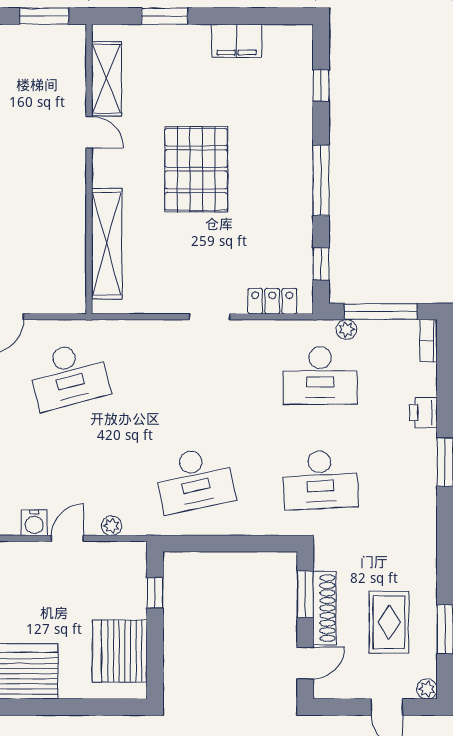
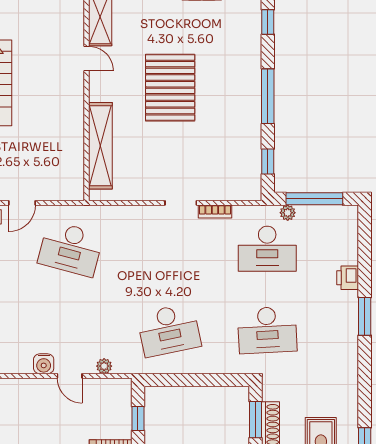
locker: (272, 301) -> (230, 191), removed
bookcase: (429, 341) -> (215, 212), moved, turned -90
desk: (69, 375) -> (71, 249), turned 30
door: (67, 538) -> (70, 376), swing flipped

